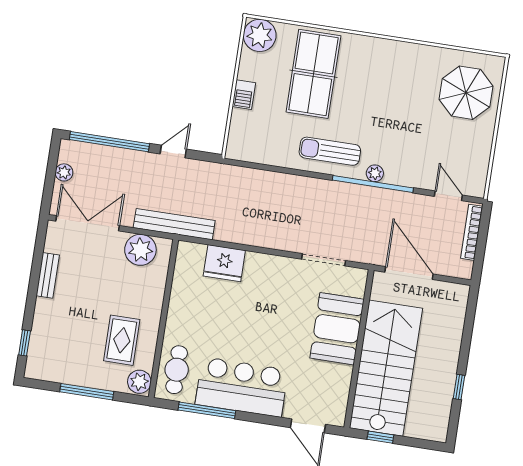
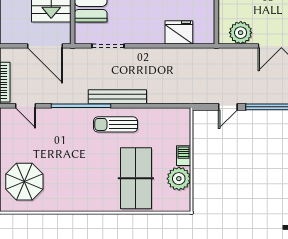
plant: (260, 35) -> (179, 179), moved
sun lounger: (330, 151) -> (116, 124), turned 180
plant: (375, 173) -> (81, 114), removed
bench: (174, 224) -> (117, 97), moved

